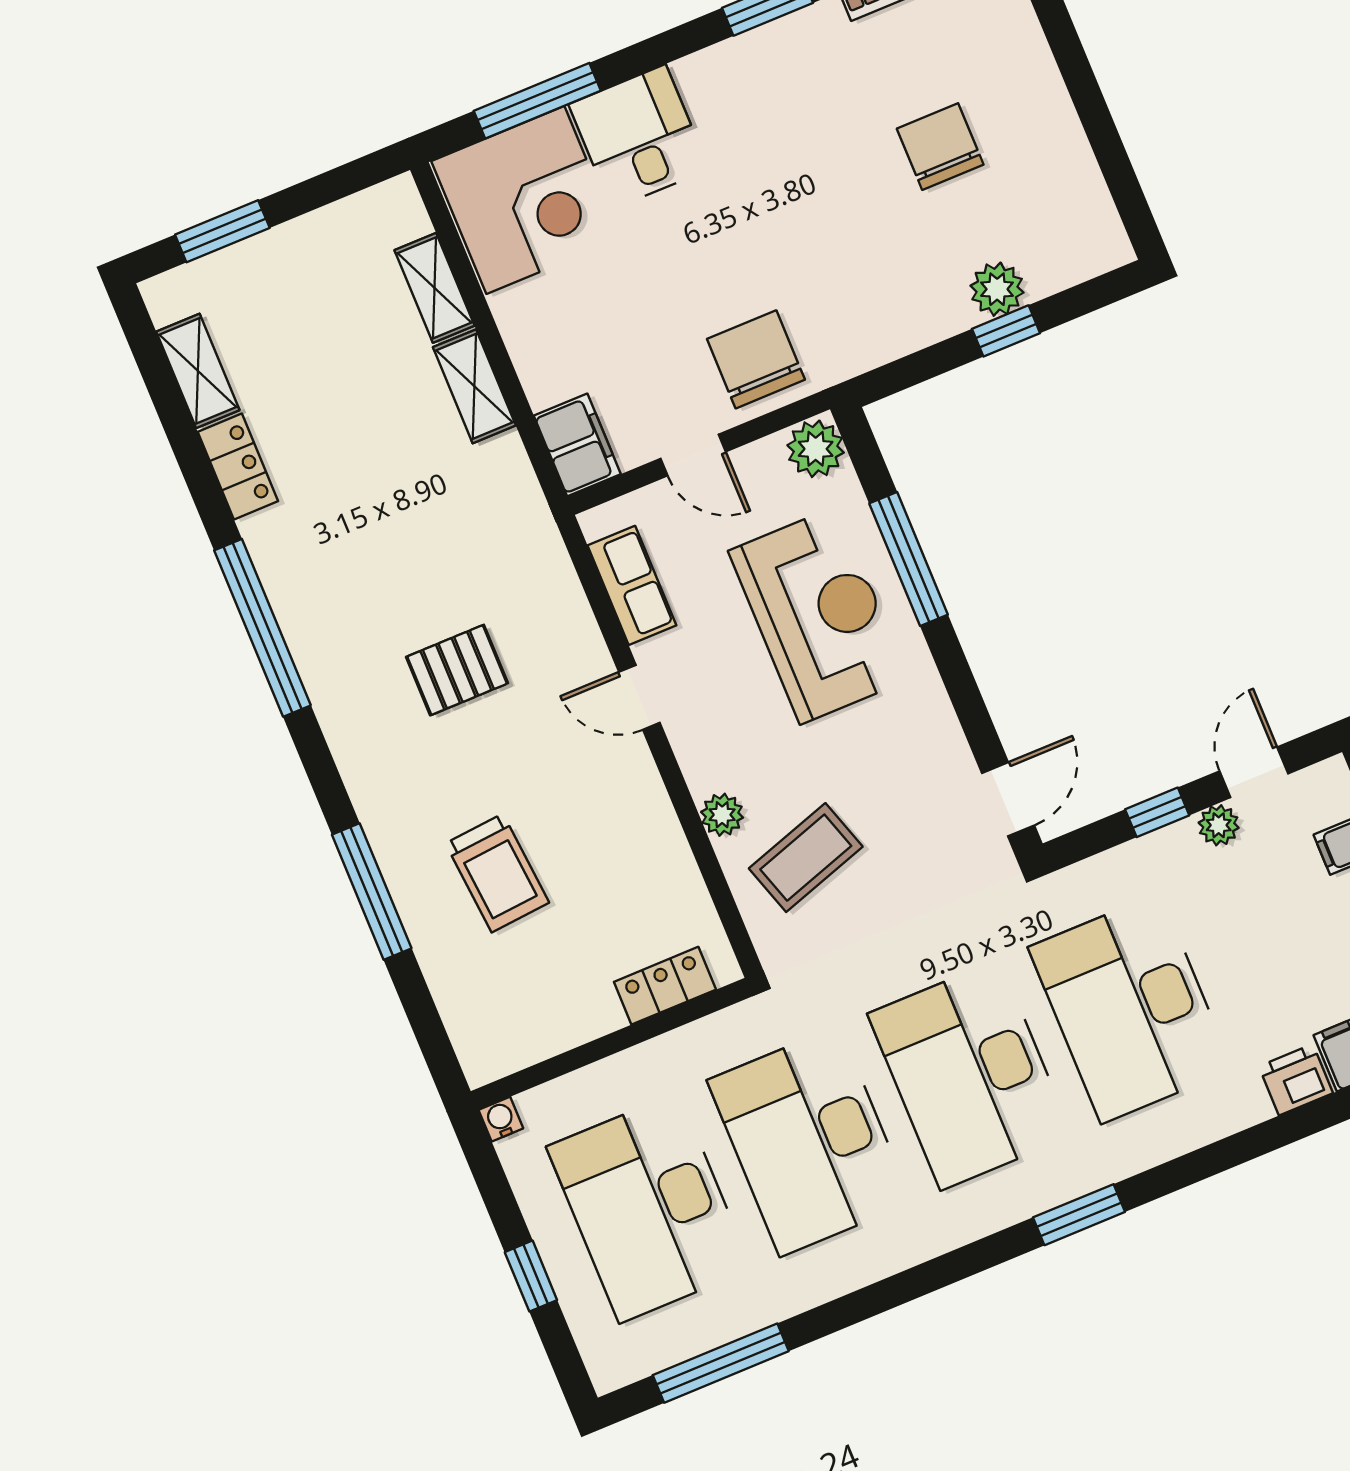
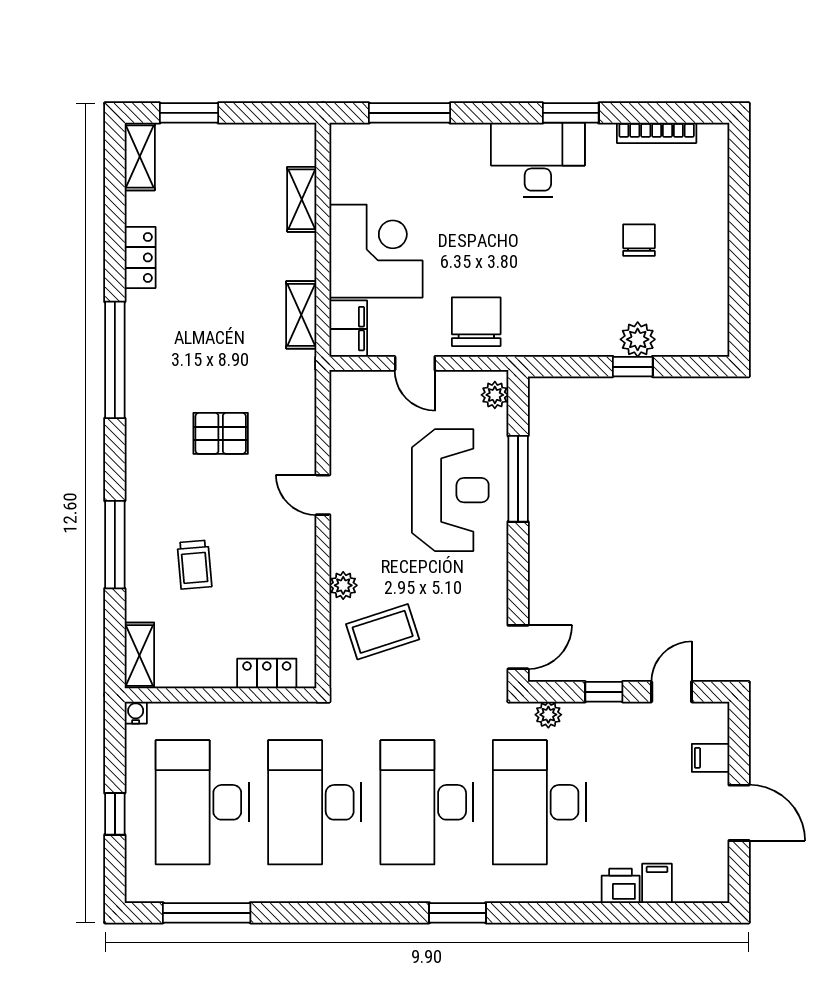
desk: (639, 137) -> (538, 160), moved, width x1.37
chair: (940, 147) -> (639, 240), width x0.73, depth x0.73
corner desk: (525, 200) -> (376, 251), moved, turned -90
shelving: (198, 371) -> (140, 157), moved
shelving: (474, 386) -> (301, 315), moved
plant: (816, 449) -> (495, 395), width x0.73, depth x0.73
row of seats: (632, 585) -> (346, 426), removed
plant: (1219, 825) -> (548, 715), moved
trolley: (497, 873) -> (194, 565), width x0.73, depth x0.72
shelving: (472, 1035) -> (139, 656), added

